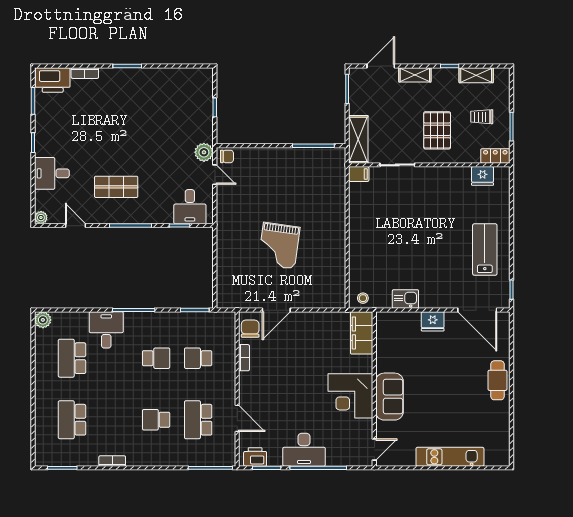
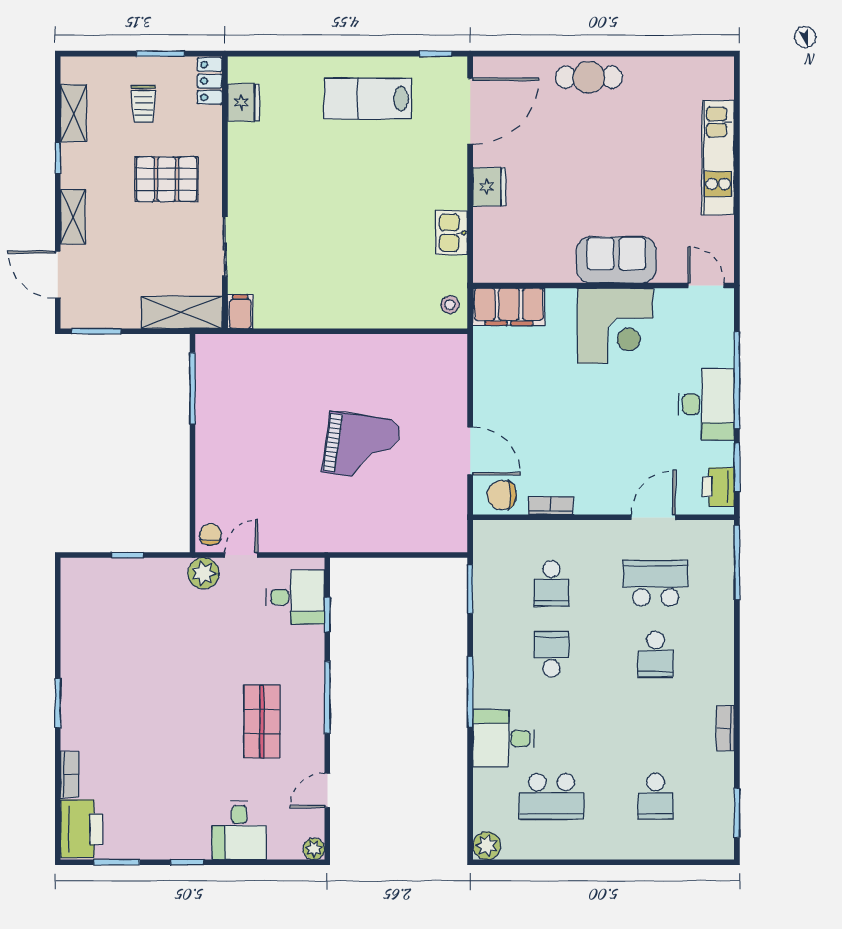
school desk: (72, 420) -> (656, 796), width x0.54
school desk: (198, 420) -> (656, 583), turned 180

